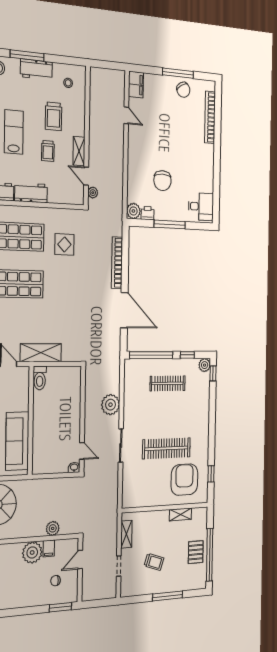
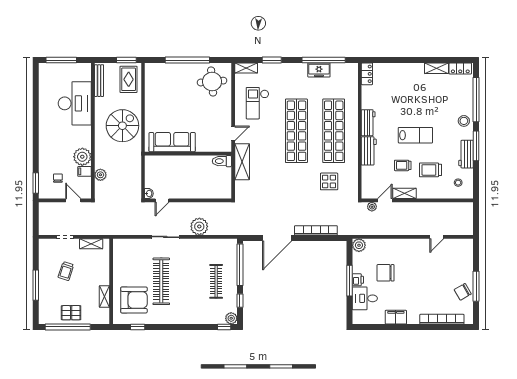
filing cabinet: (136, 85) -> (396, 317), moved, turned 180
desk: (201, 207) -> (365, 298), moved, turned 90
printer: (148, 213) -> (358, 280), moved

